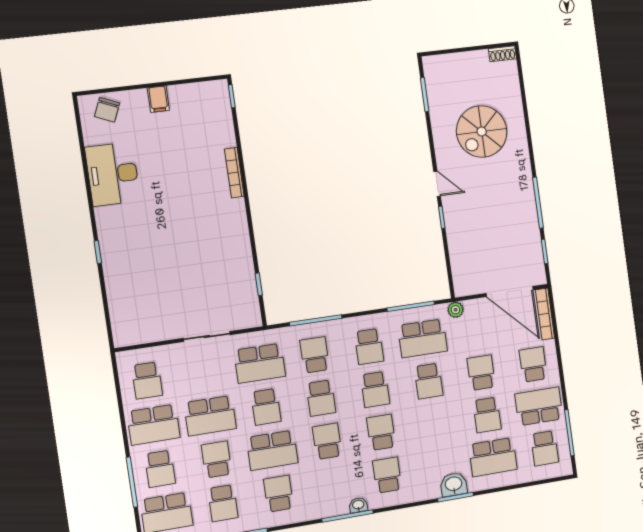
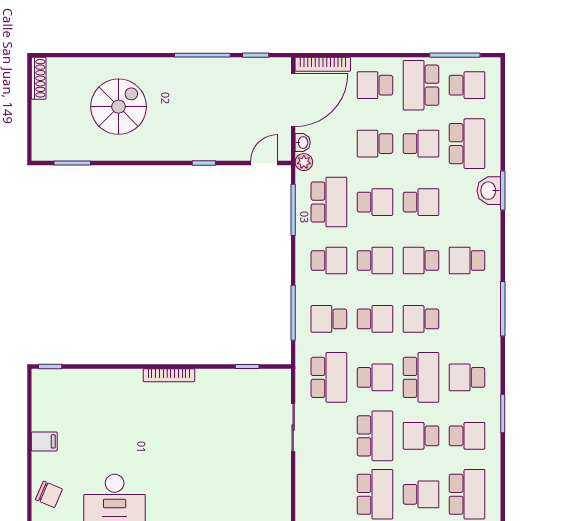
shoe rack: (502, 54) -> (39, 78), width x1.43
spiral stairs: (482, 131) -> (119, 107), turned -90
bookcase: (234, 173) -> (169, 375), moved
door: (437, 184) -> (264, 163), moved
school desk: (147, 381) -> (421, 202), moved
washbasin: (358, 505) -> (303, 143), moved, turned 180

